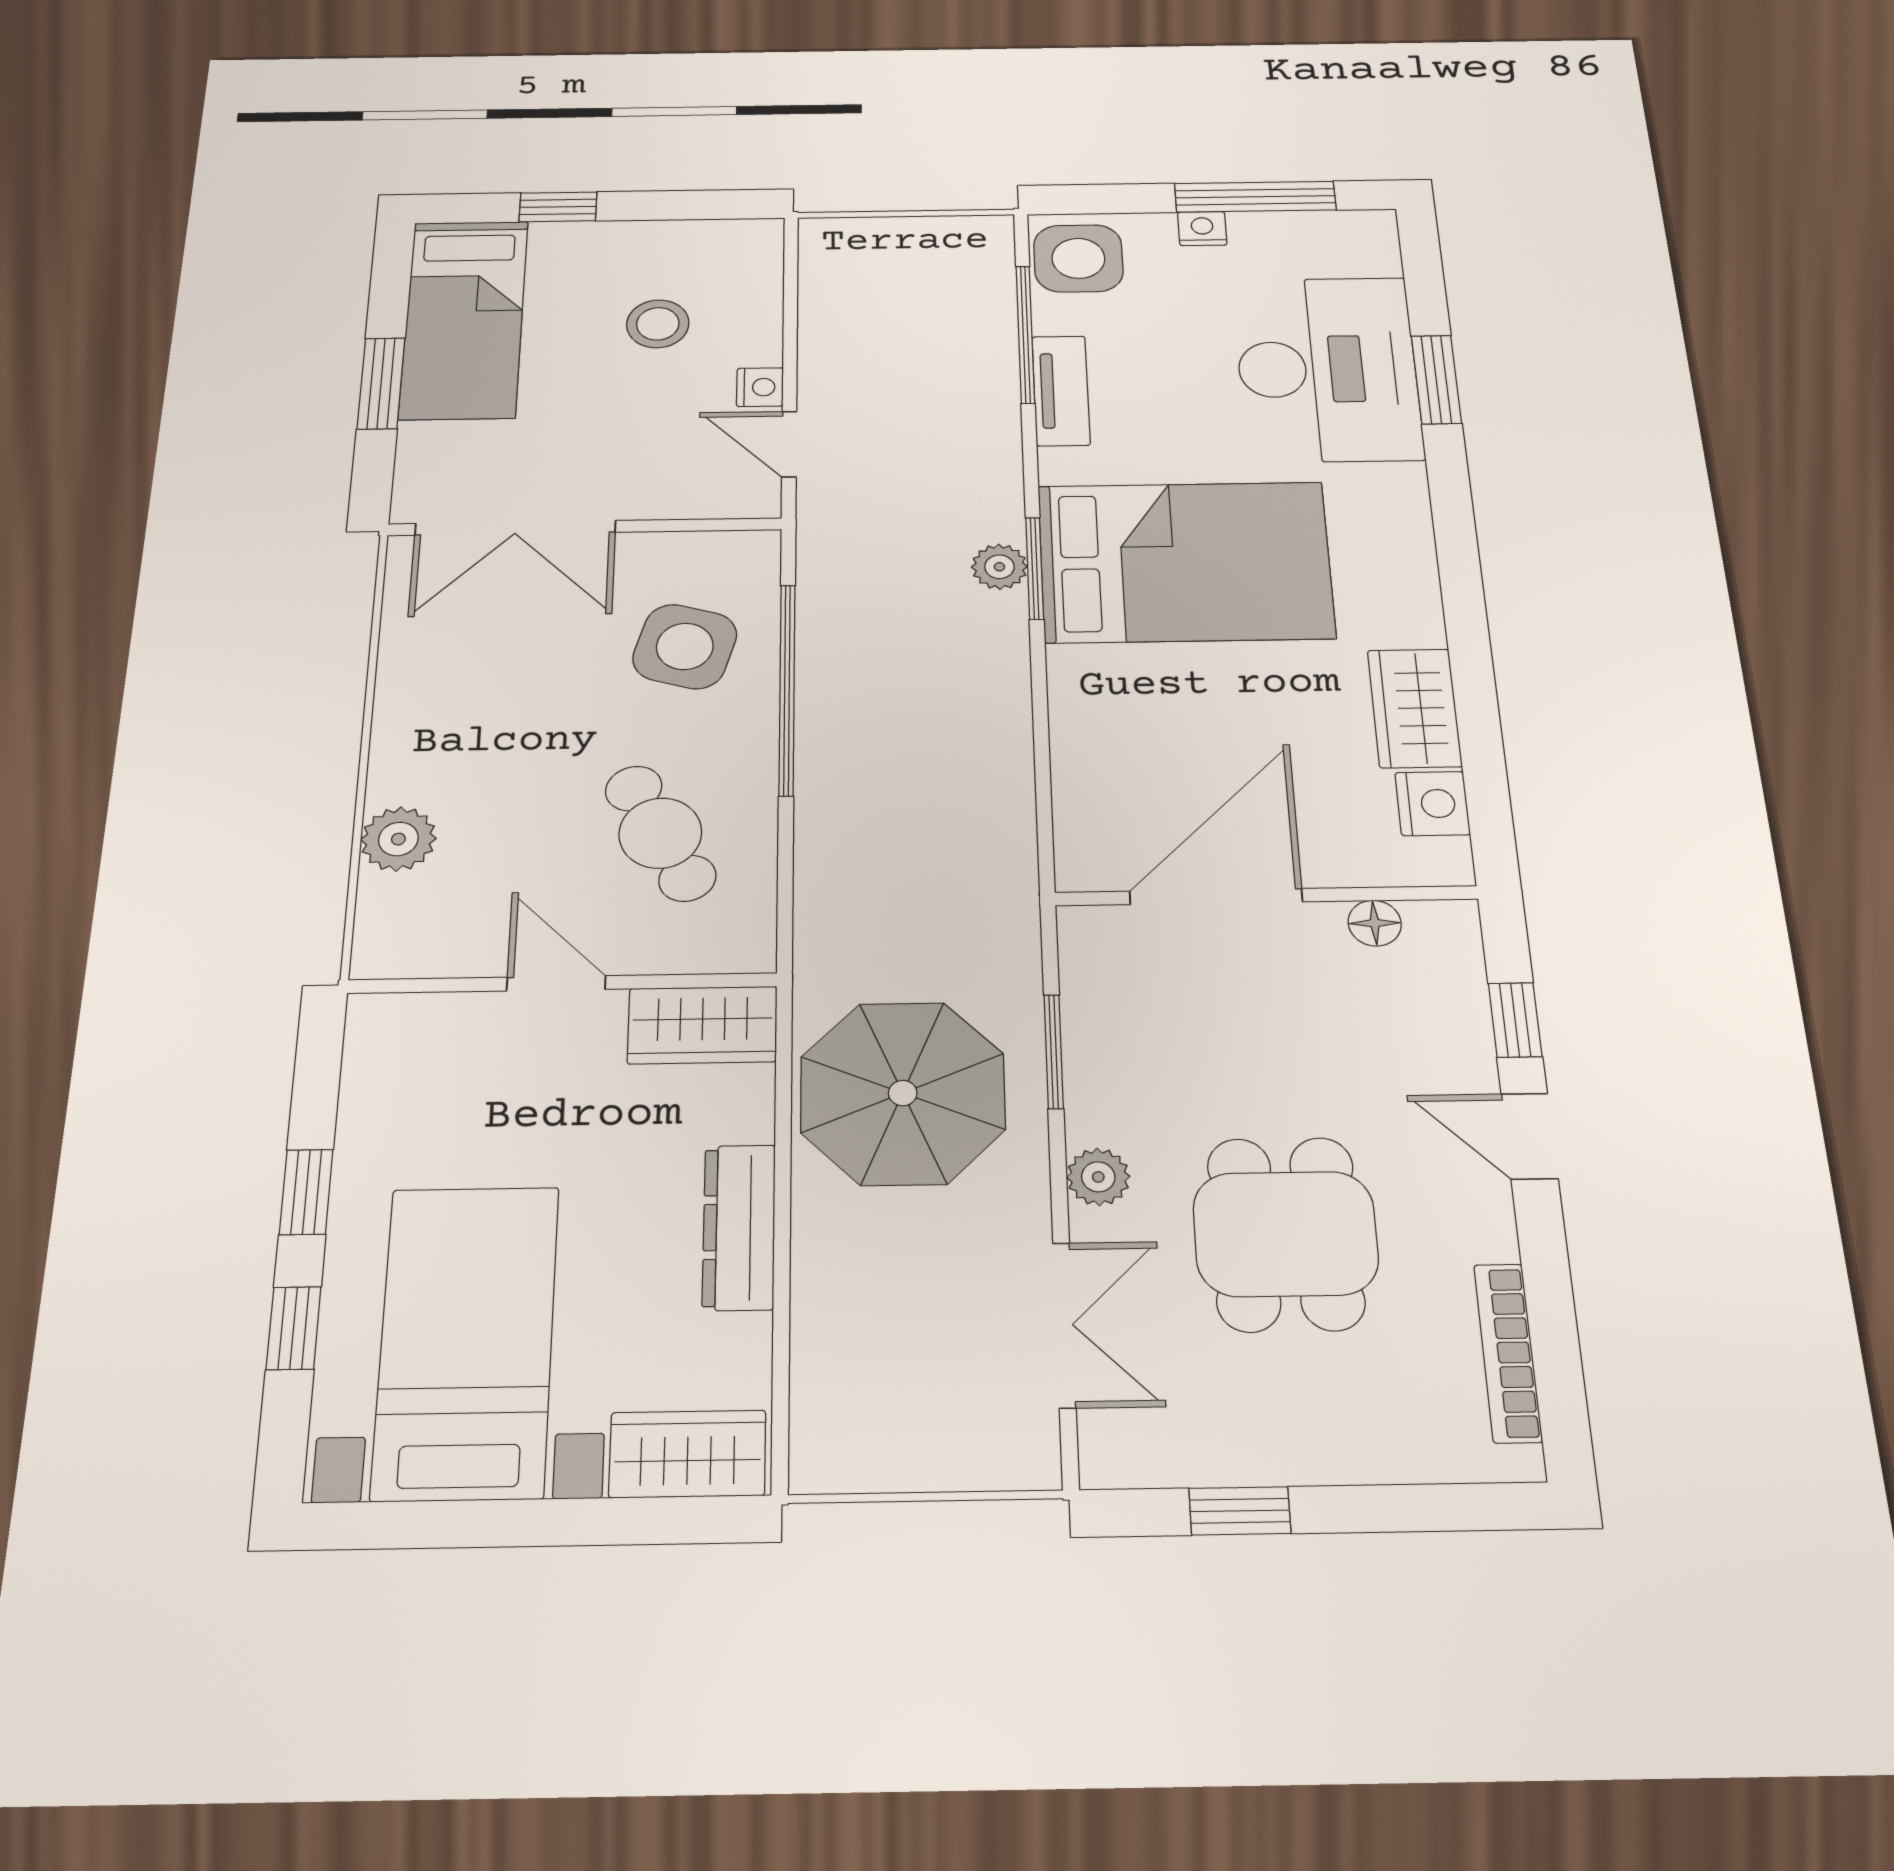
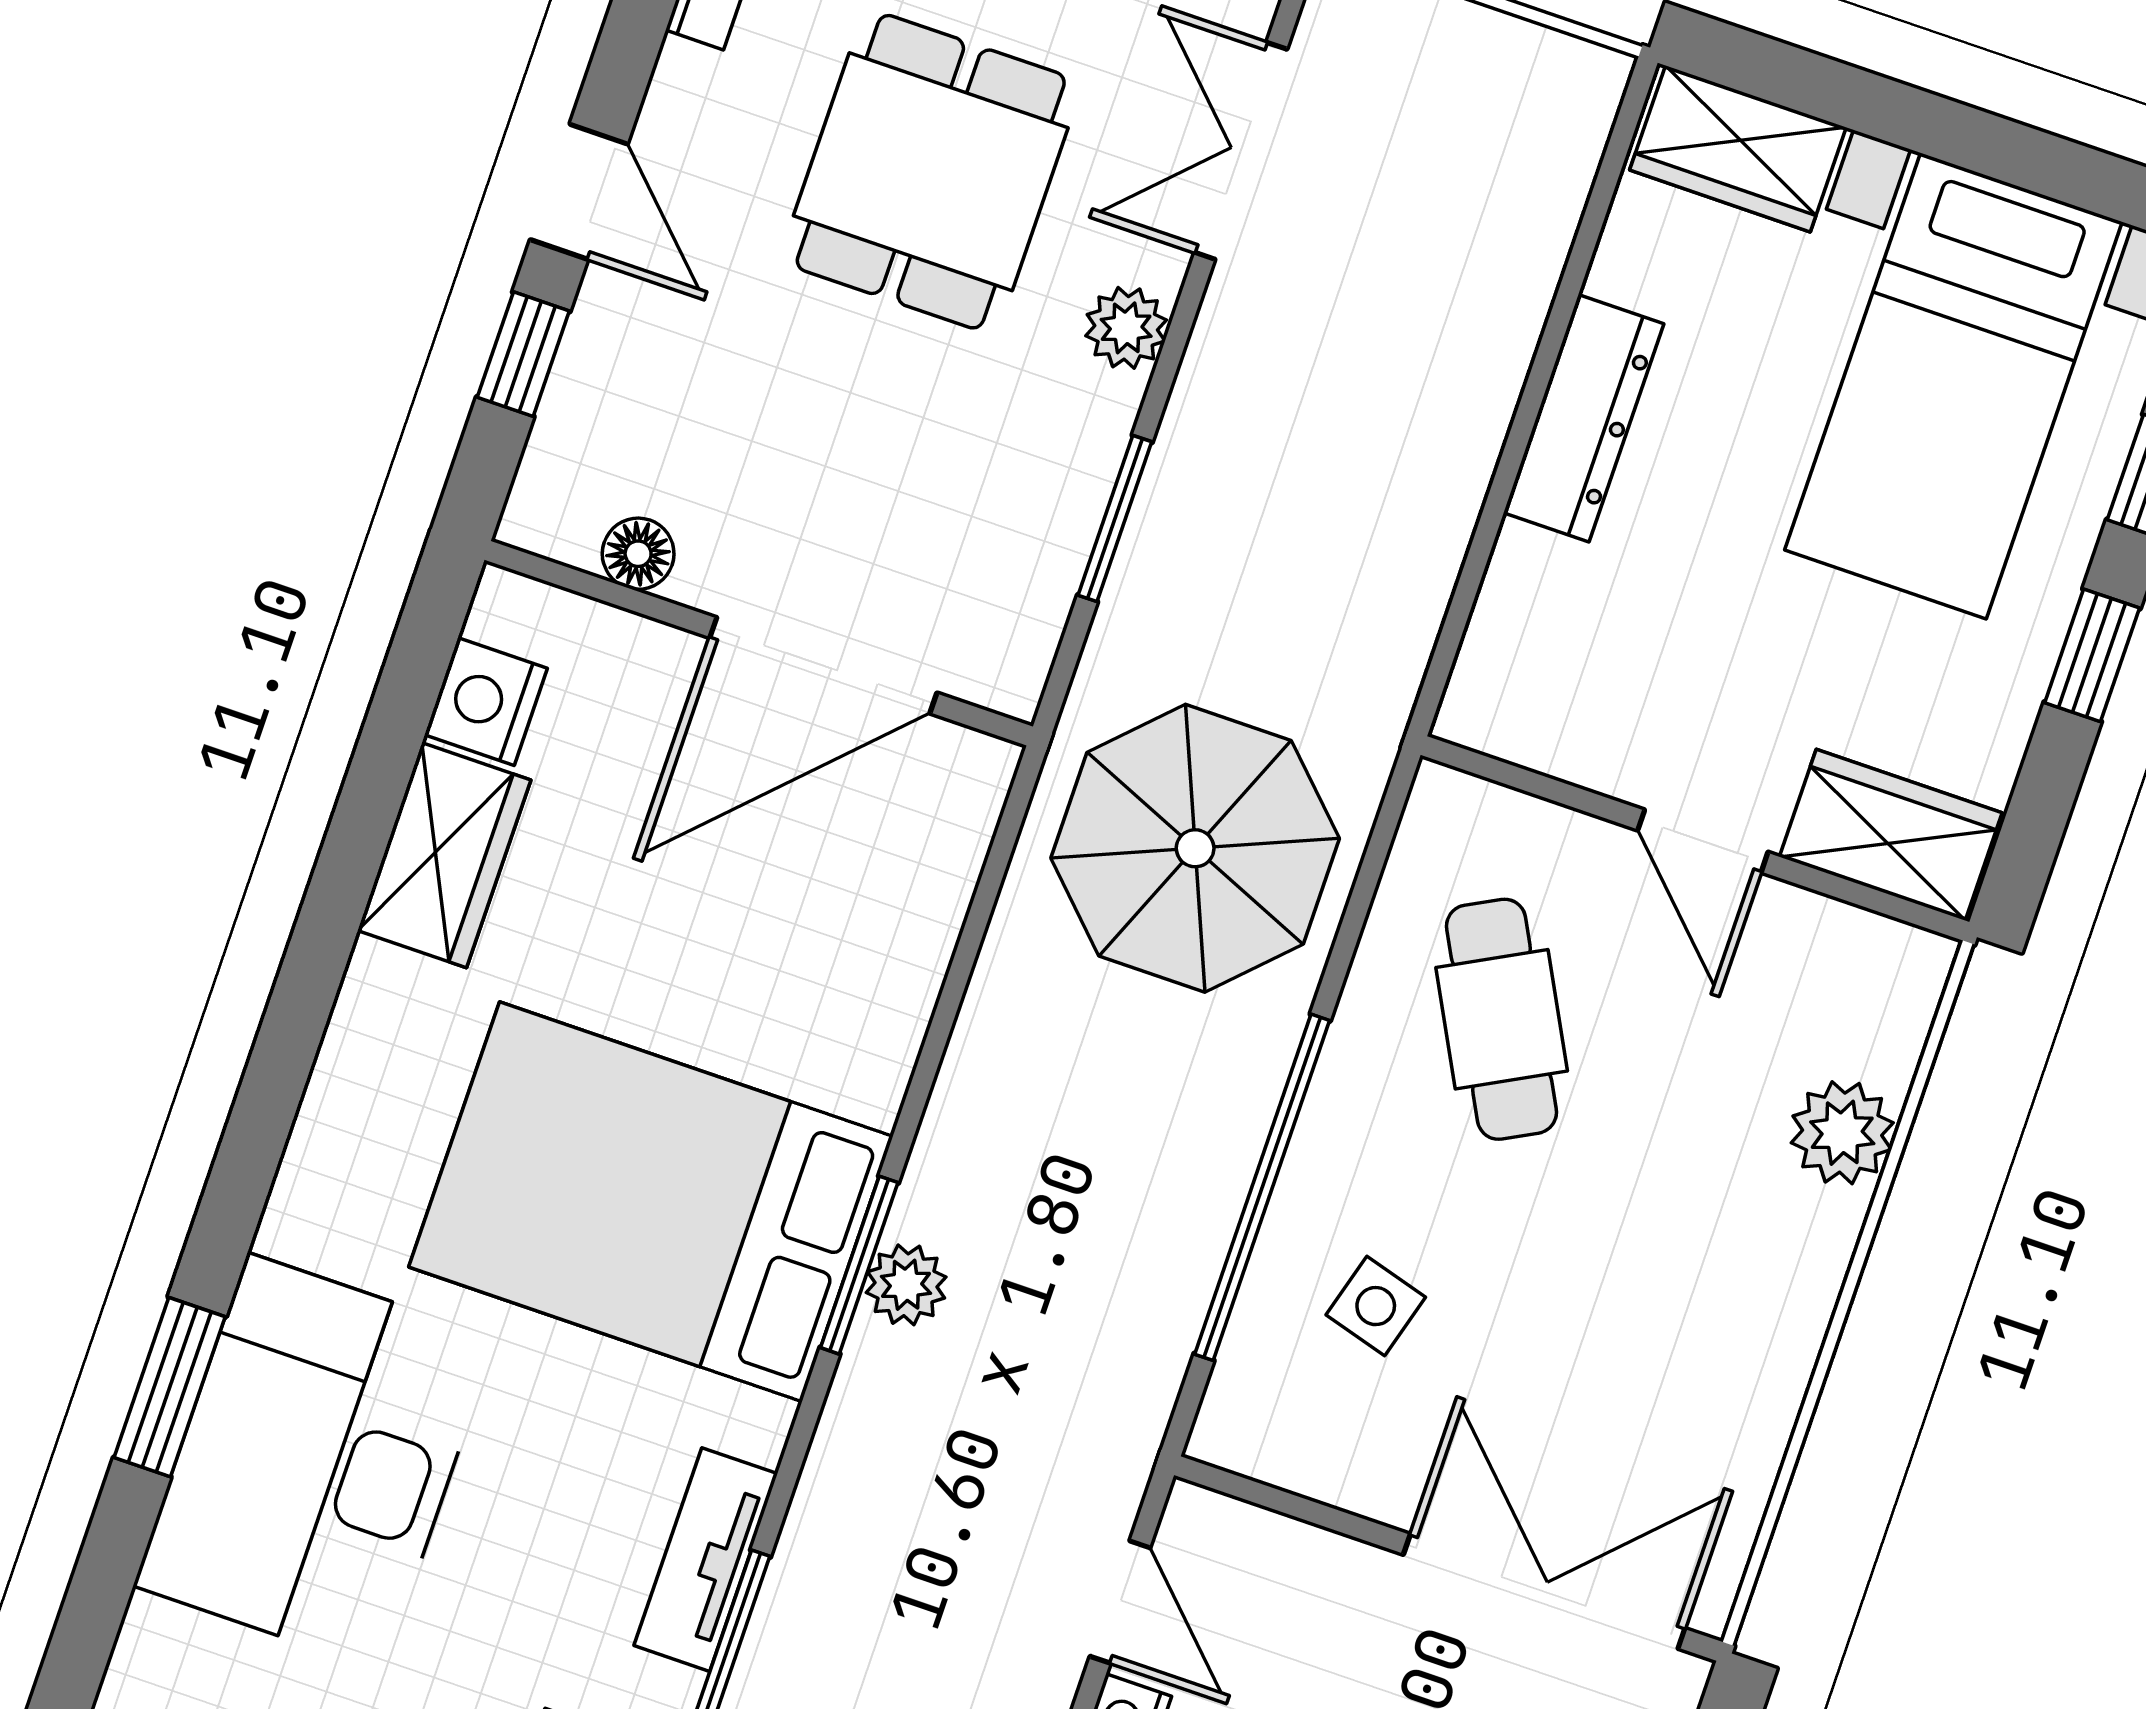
side table: (685, 646) -> (1376, 1306), width x0.54, depth x0.54
wardrobe: (702, 1025) -> (1891, 835), moved
parasol: (903, 1093) -> (1195, 848), moved

